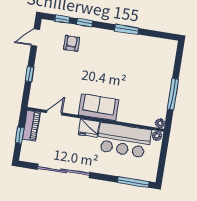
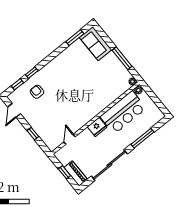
window: (127, 29) -> (75, 38), moved
sofa: (99, 107) -> (96, 44), moved, turned -90
piano: (31, 126) -> (76, 173), moved
window: (133, 182) -> (142, 138), moved

